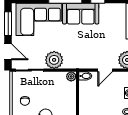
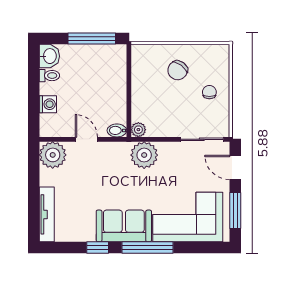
plant: (54, 60) -> (144, 155), moved
door: (105, 70) -> (86, 139), hinge flipped

